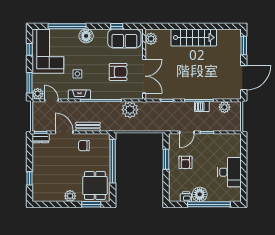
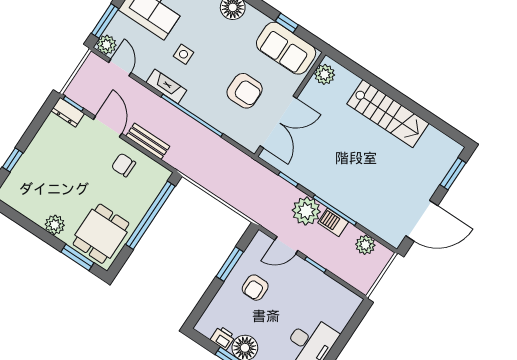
plant: (130, 110) -> (306, 211), moved

